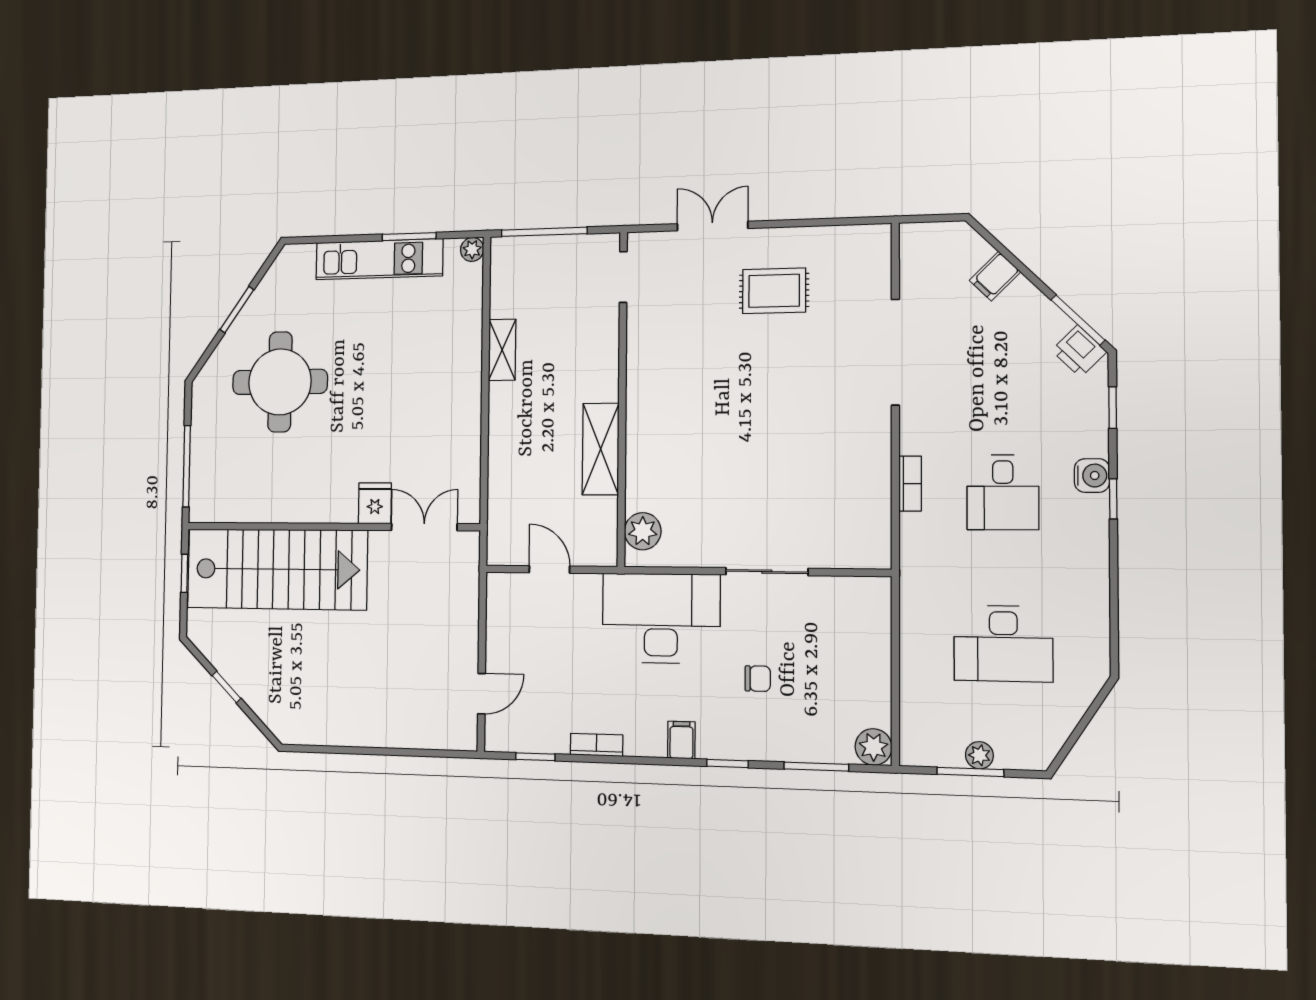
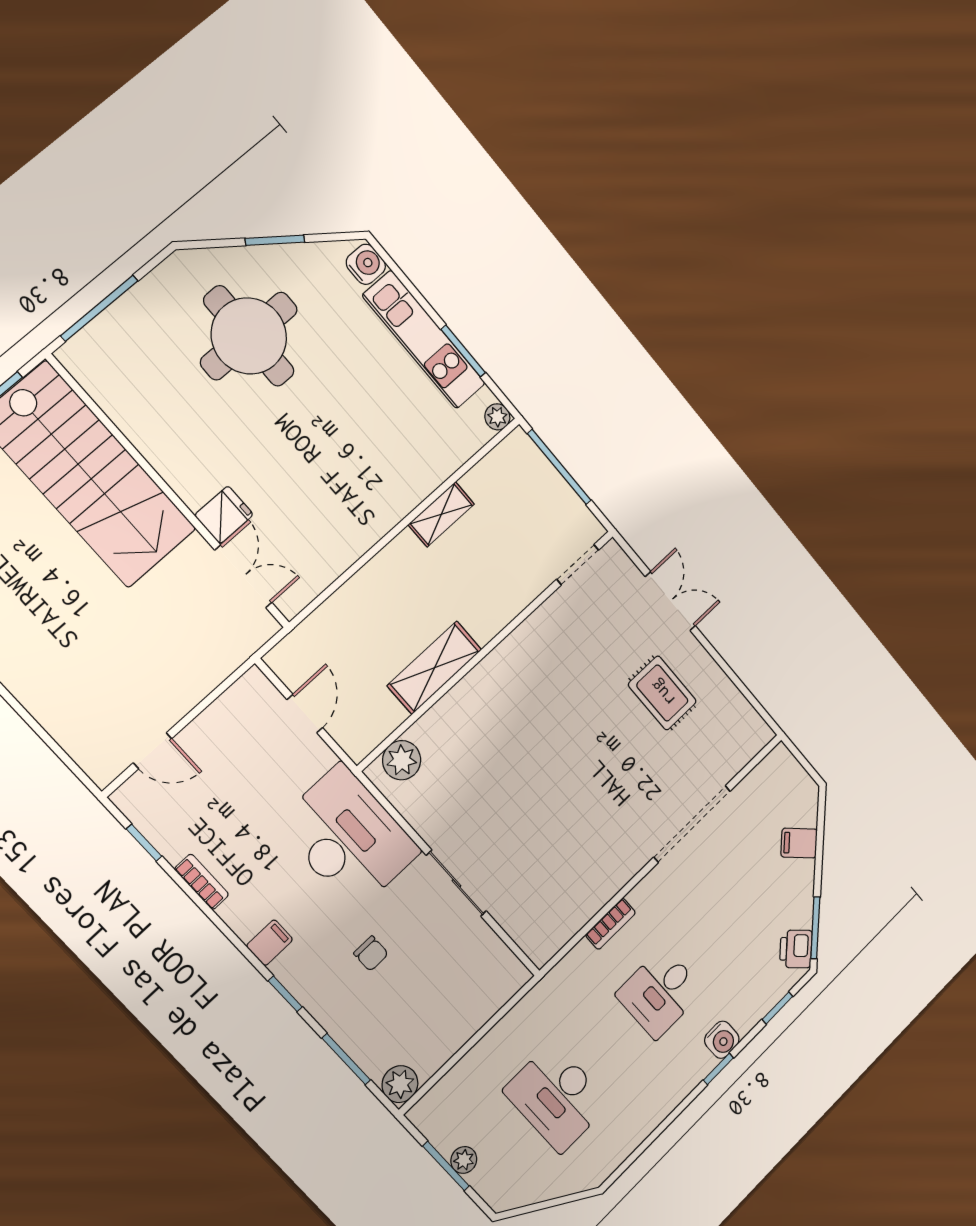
water cooler: (300, 259) -> (366, 264), added

